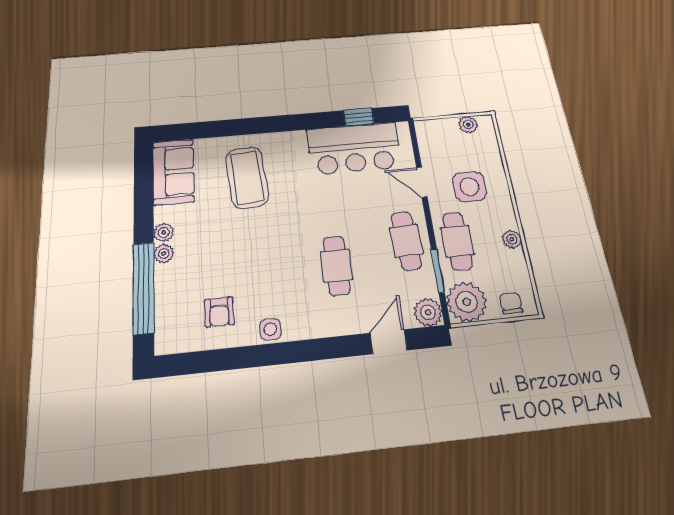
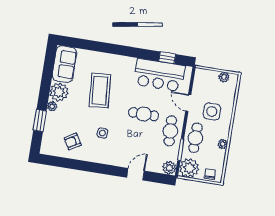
coffee table: (247, 177) -> (100, 91), moved
plant: (164, 233) -> (59, 92), width x1.88, depth x1.88
cafe table: (336, 266) -> (144, 114), moved, turned 90
window: (144, 288) -> (40, 121), width x0.47
armchair: (219, 312) -> (73, 142), turned 60
side table: (270, 329) -> (102, 133), moved
door: (389, 342) -> (136, 174), moved

